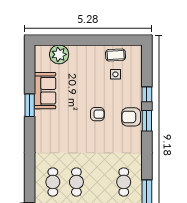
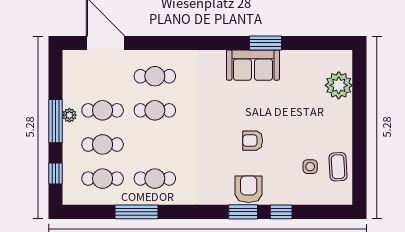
sofa: (45, 91) -> (253, 65), moved
armchair: (97, 114) -> (253, 141), turned 90

